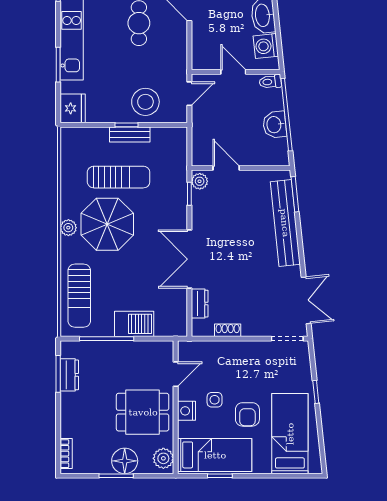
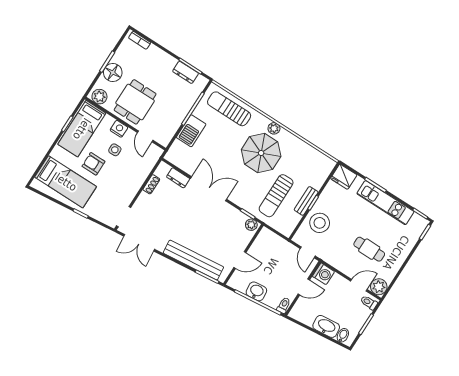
washing machine: (266, 46) -> (323, 274), moved, turned 96
door: (226, 168) -> (240, 260), moved
sun lounger: (119, 177) -> (276, 196), moved

